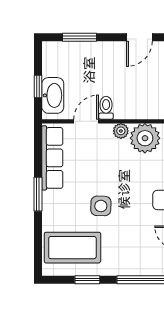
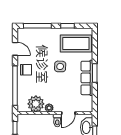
row of seats: (52, 158) -> (87, 78), moved

